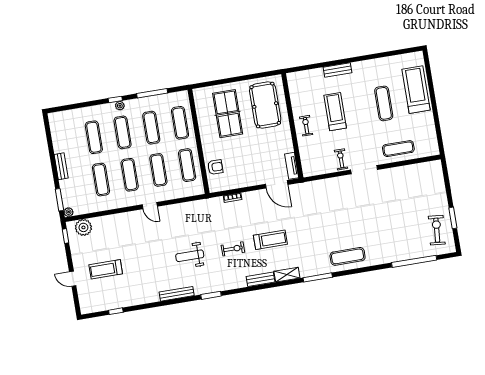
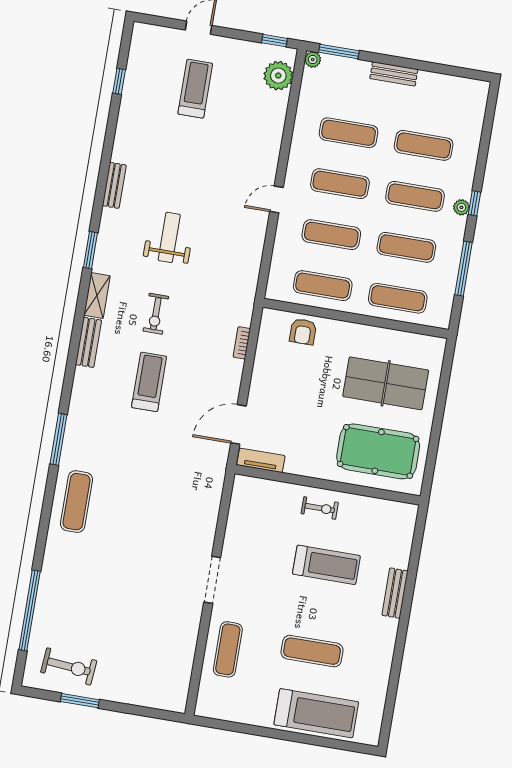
exercise bike: (341, 159) -> (243, 547), removed
treadmill: (270, 240) -> (149, 382), turned 180
shelving: (287, 275) -> (97, 296), moved
bench: (177, 294) -> (114, 185), width x0.73

